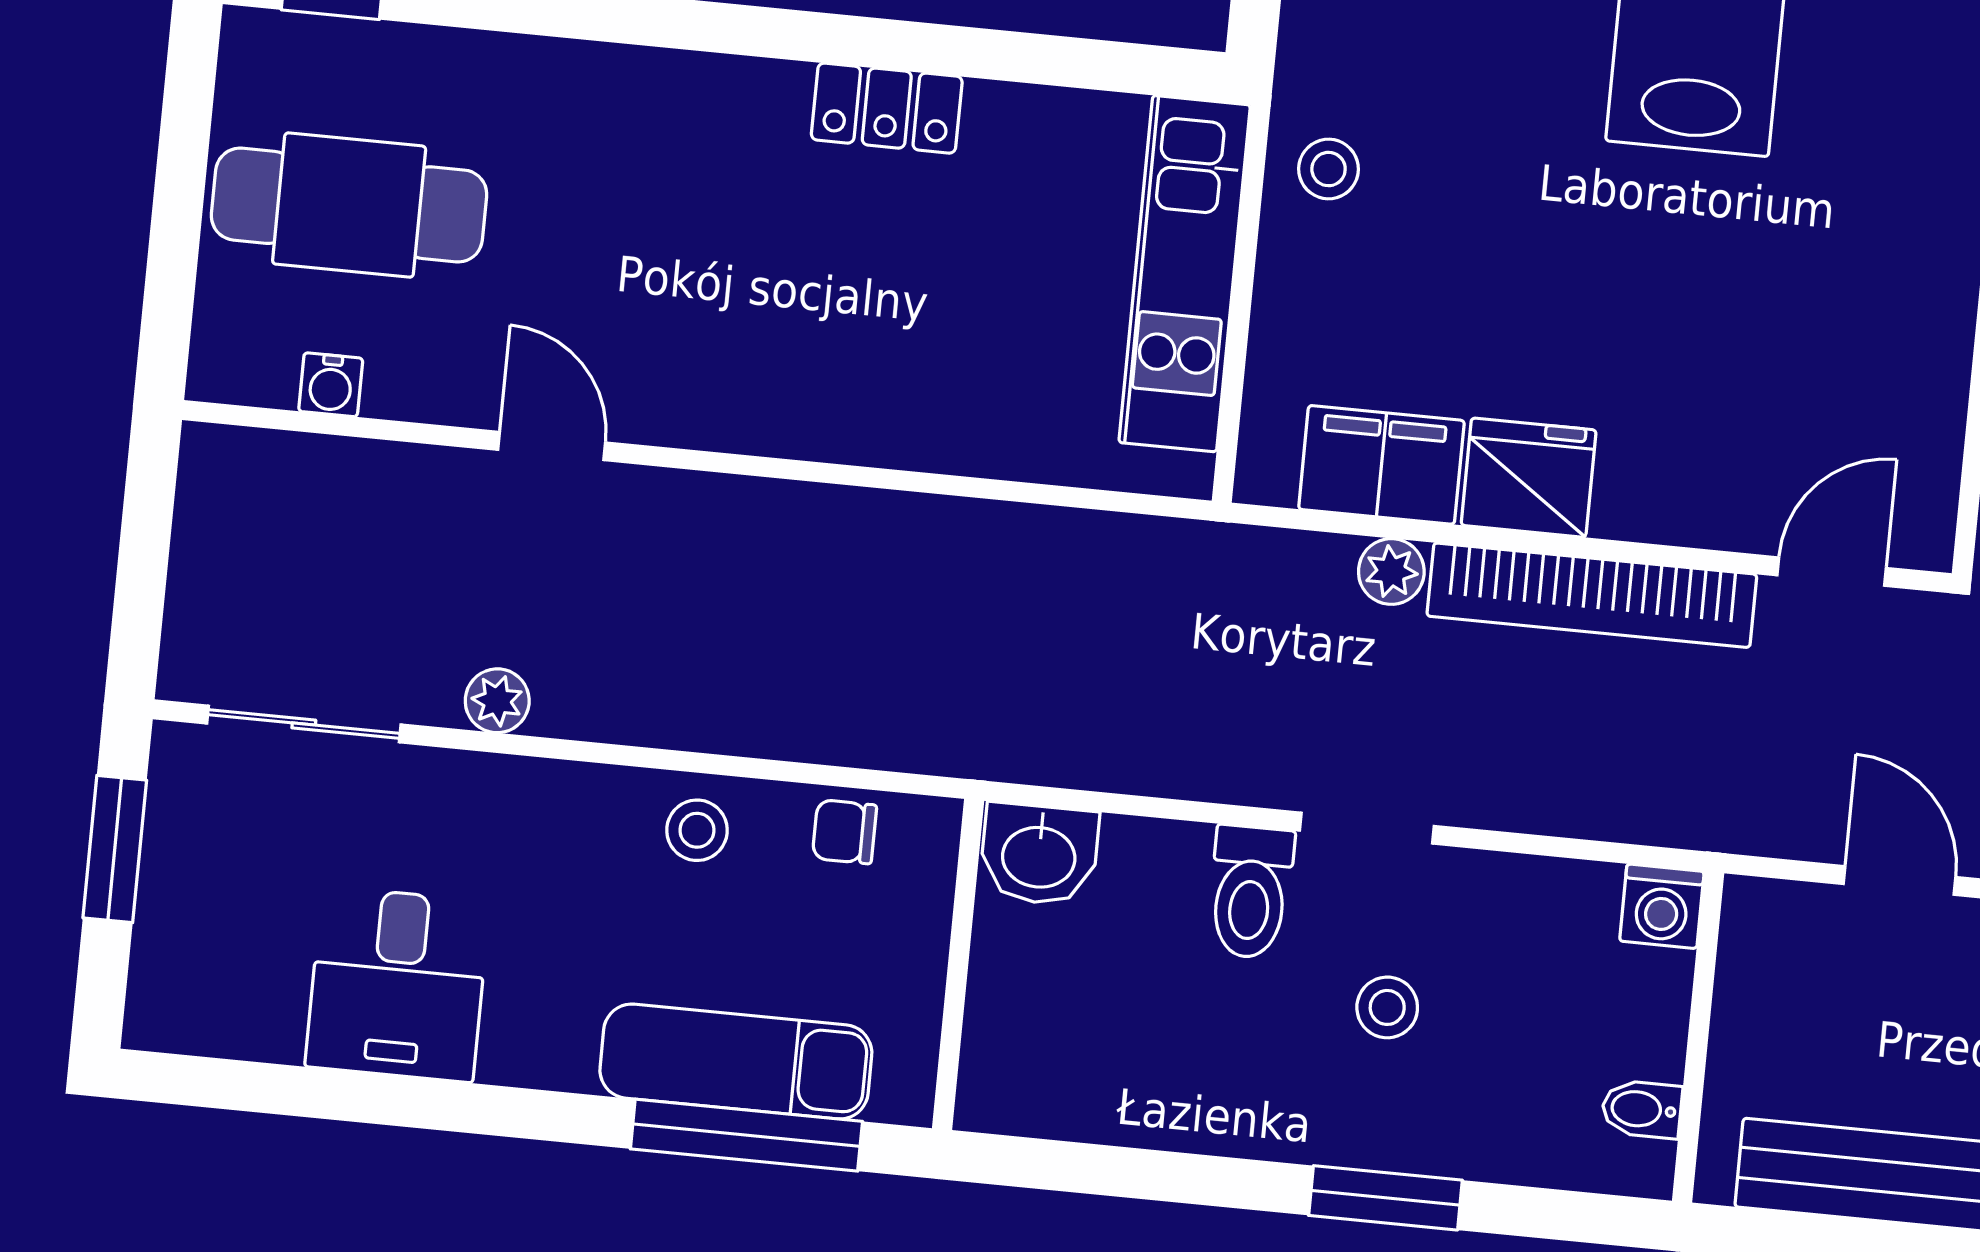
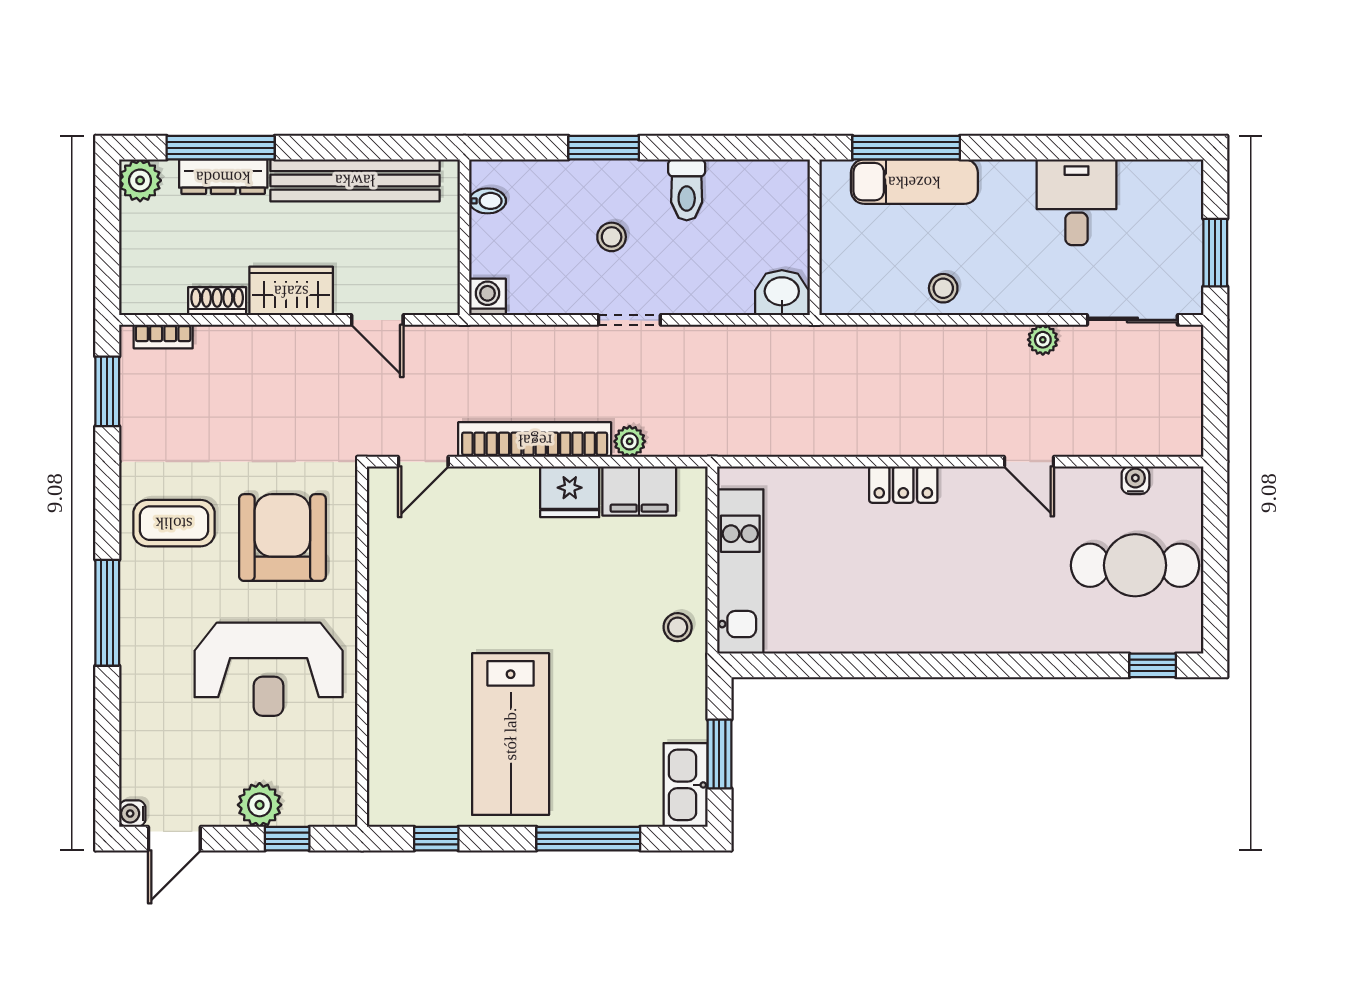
locker: (887, 108) -> (903, 485), moved, turned 180
chair: (844, 832) -> (874, 294), removed
toilet: (1250, 892) -> (687, 190), moved, turned 180

